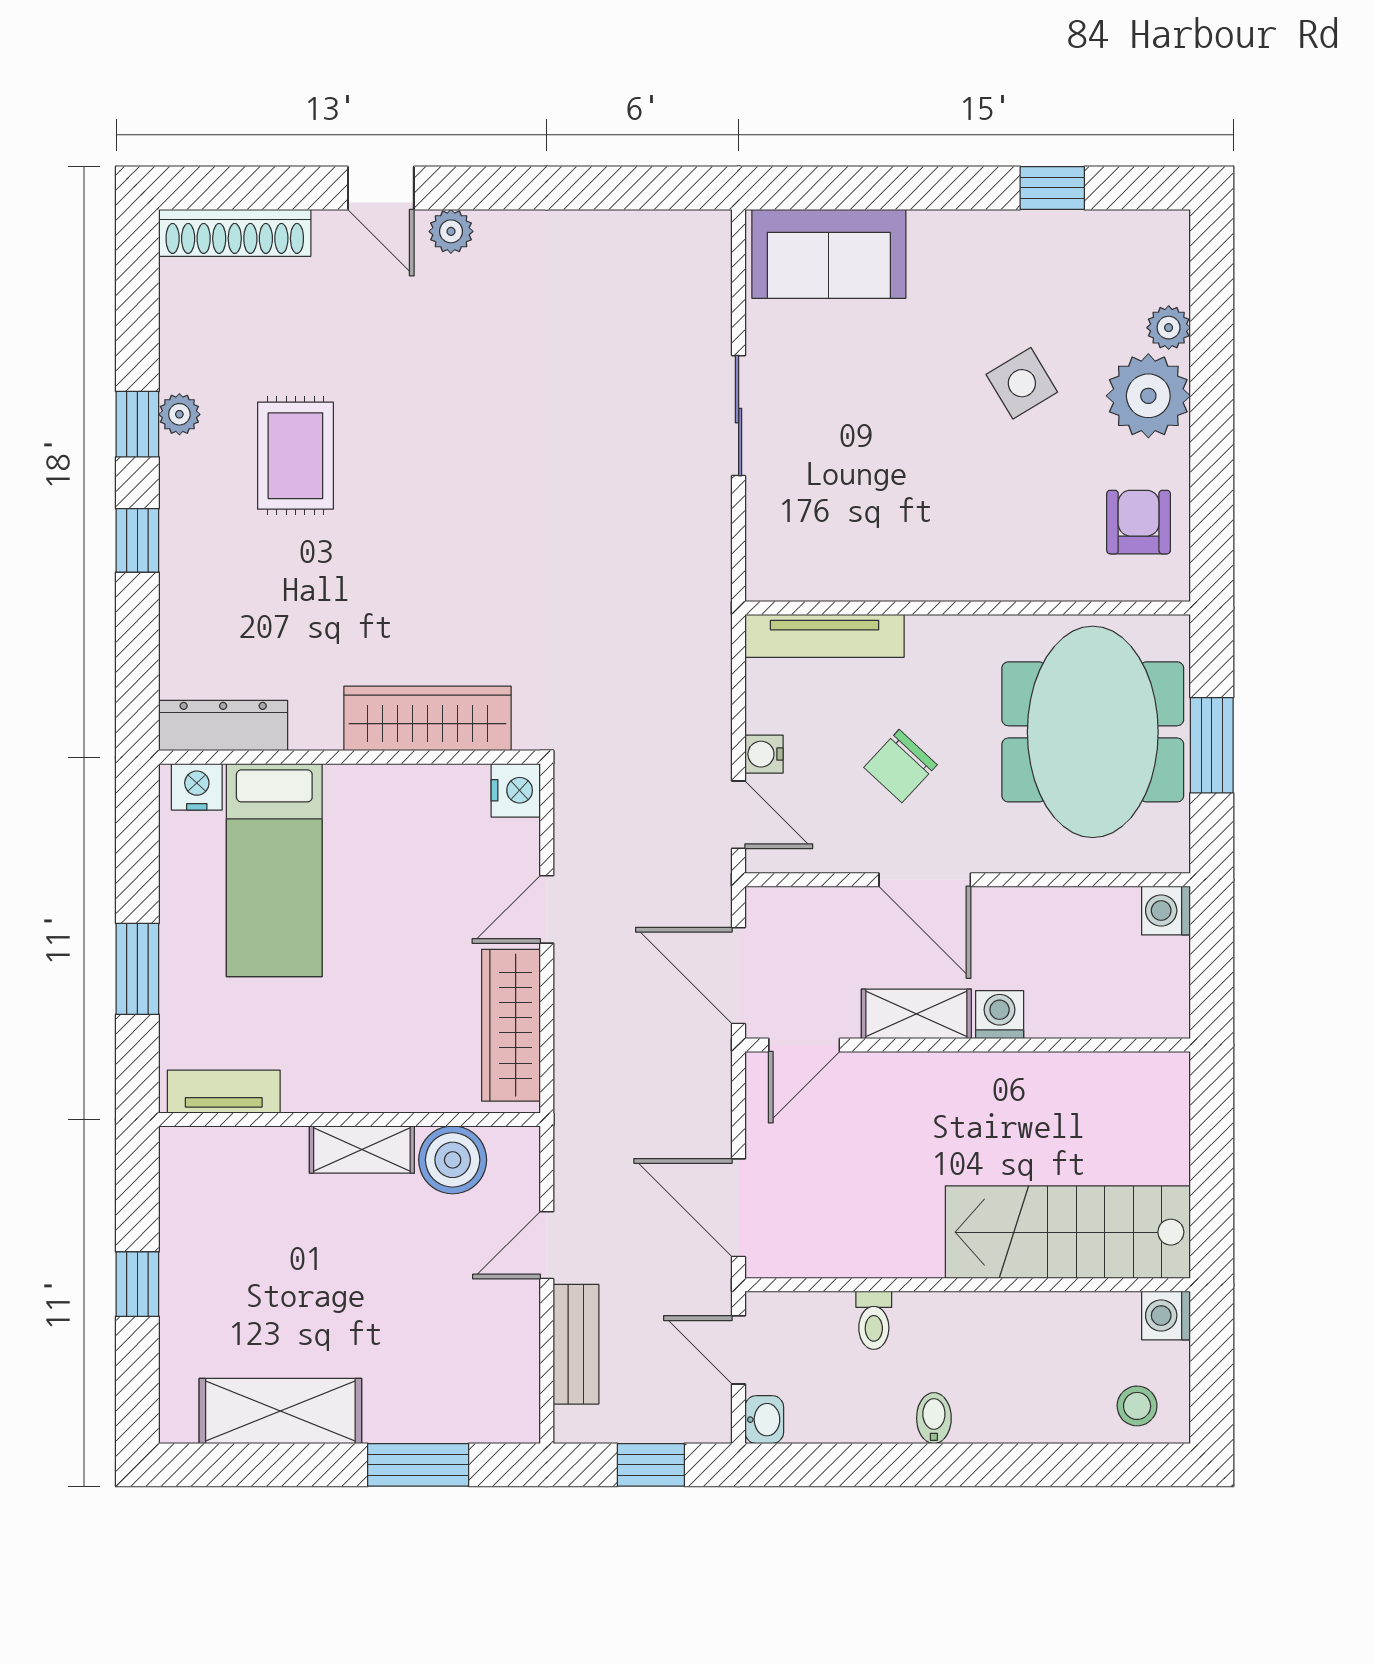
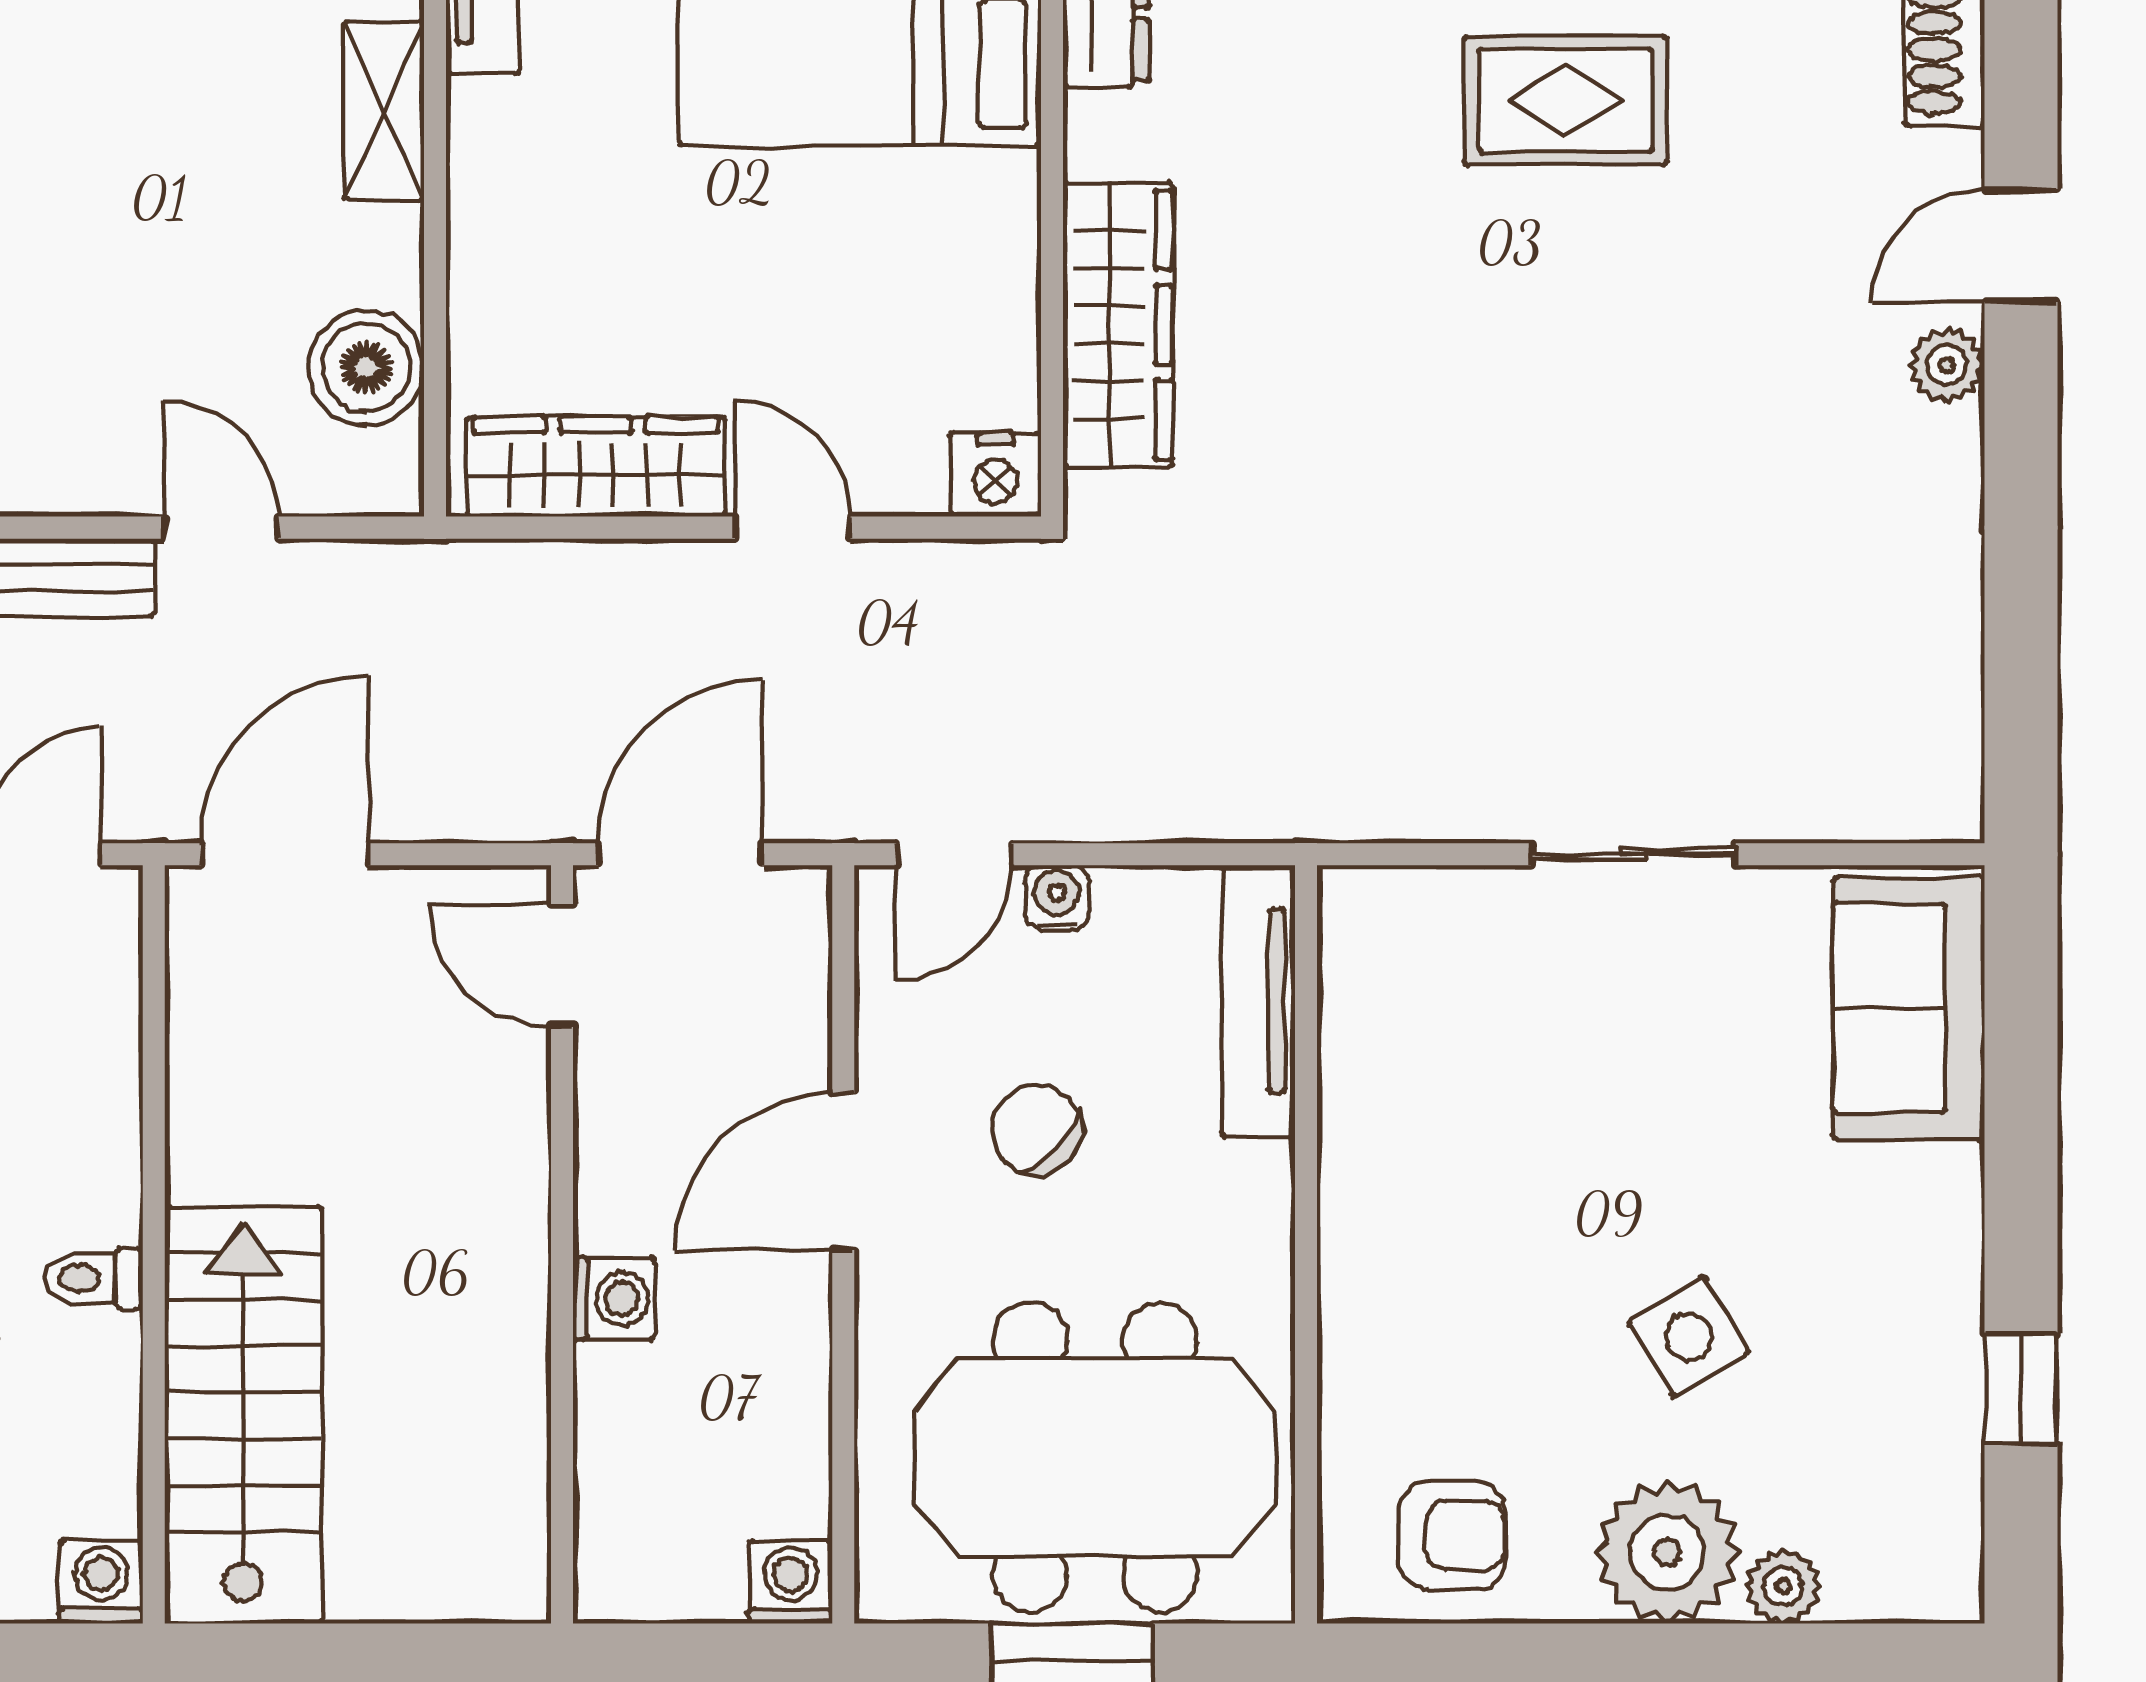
shelving: (916, 1014) -> (615, 1157), removed
shelving: (362, 1150) -> (384, 111), moved
toilet: (874, 1320) -> (93, 1278), moved

